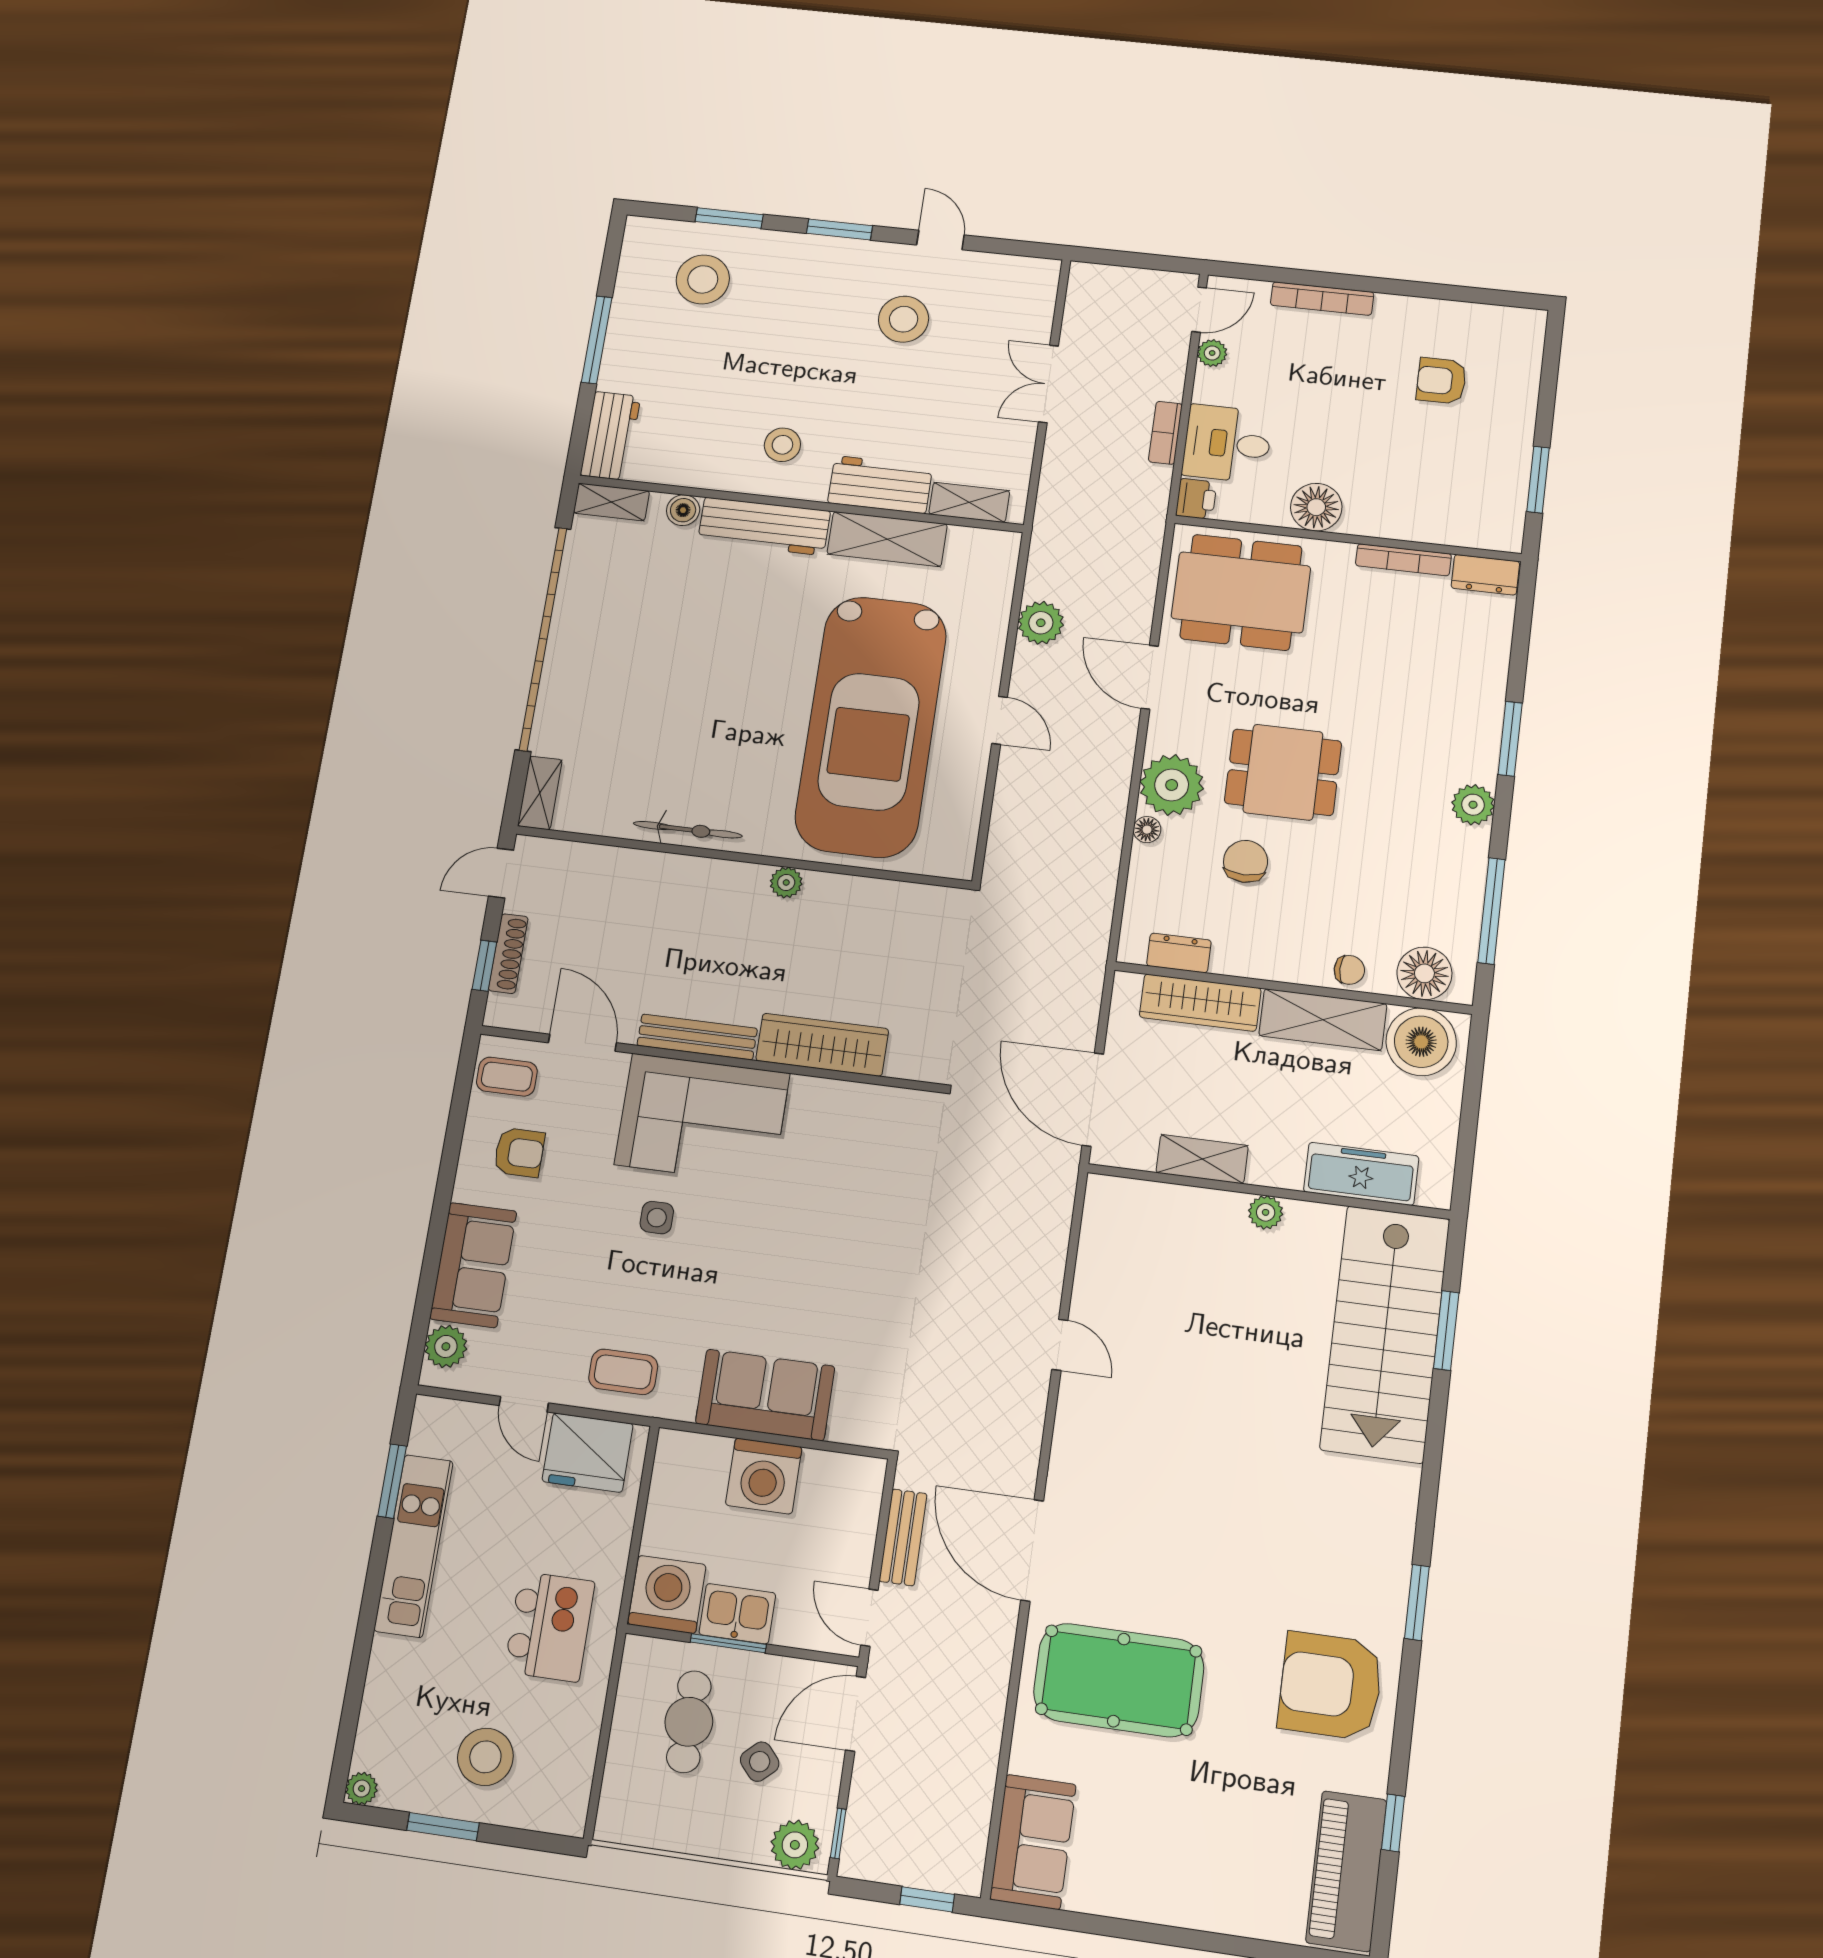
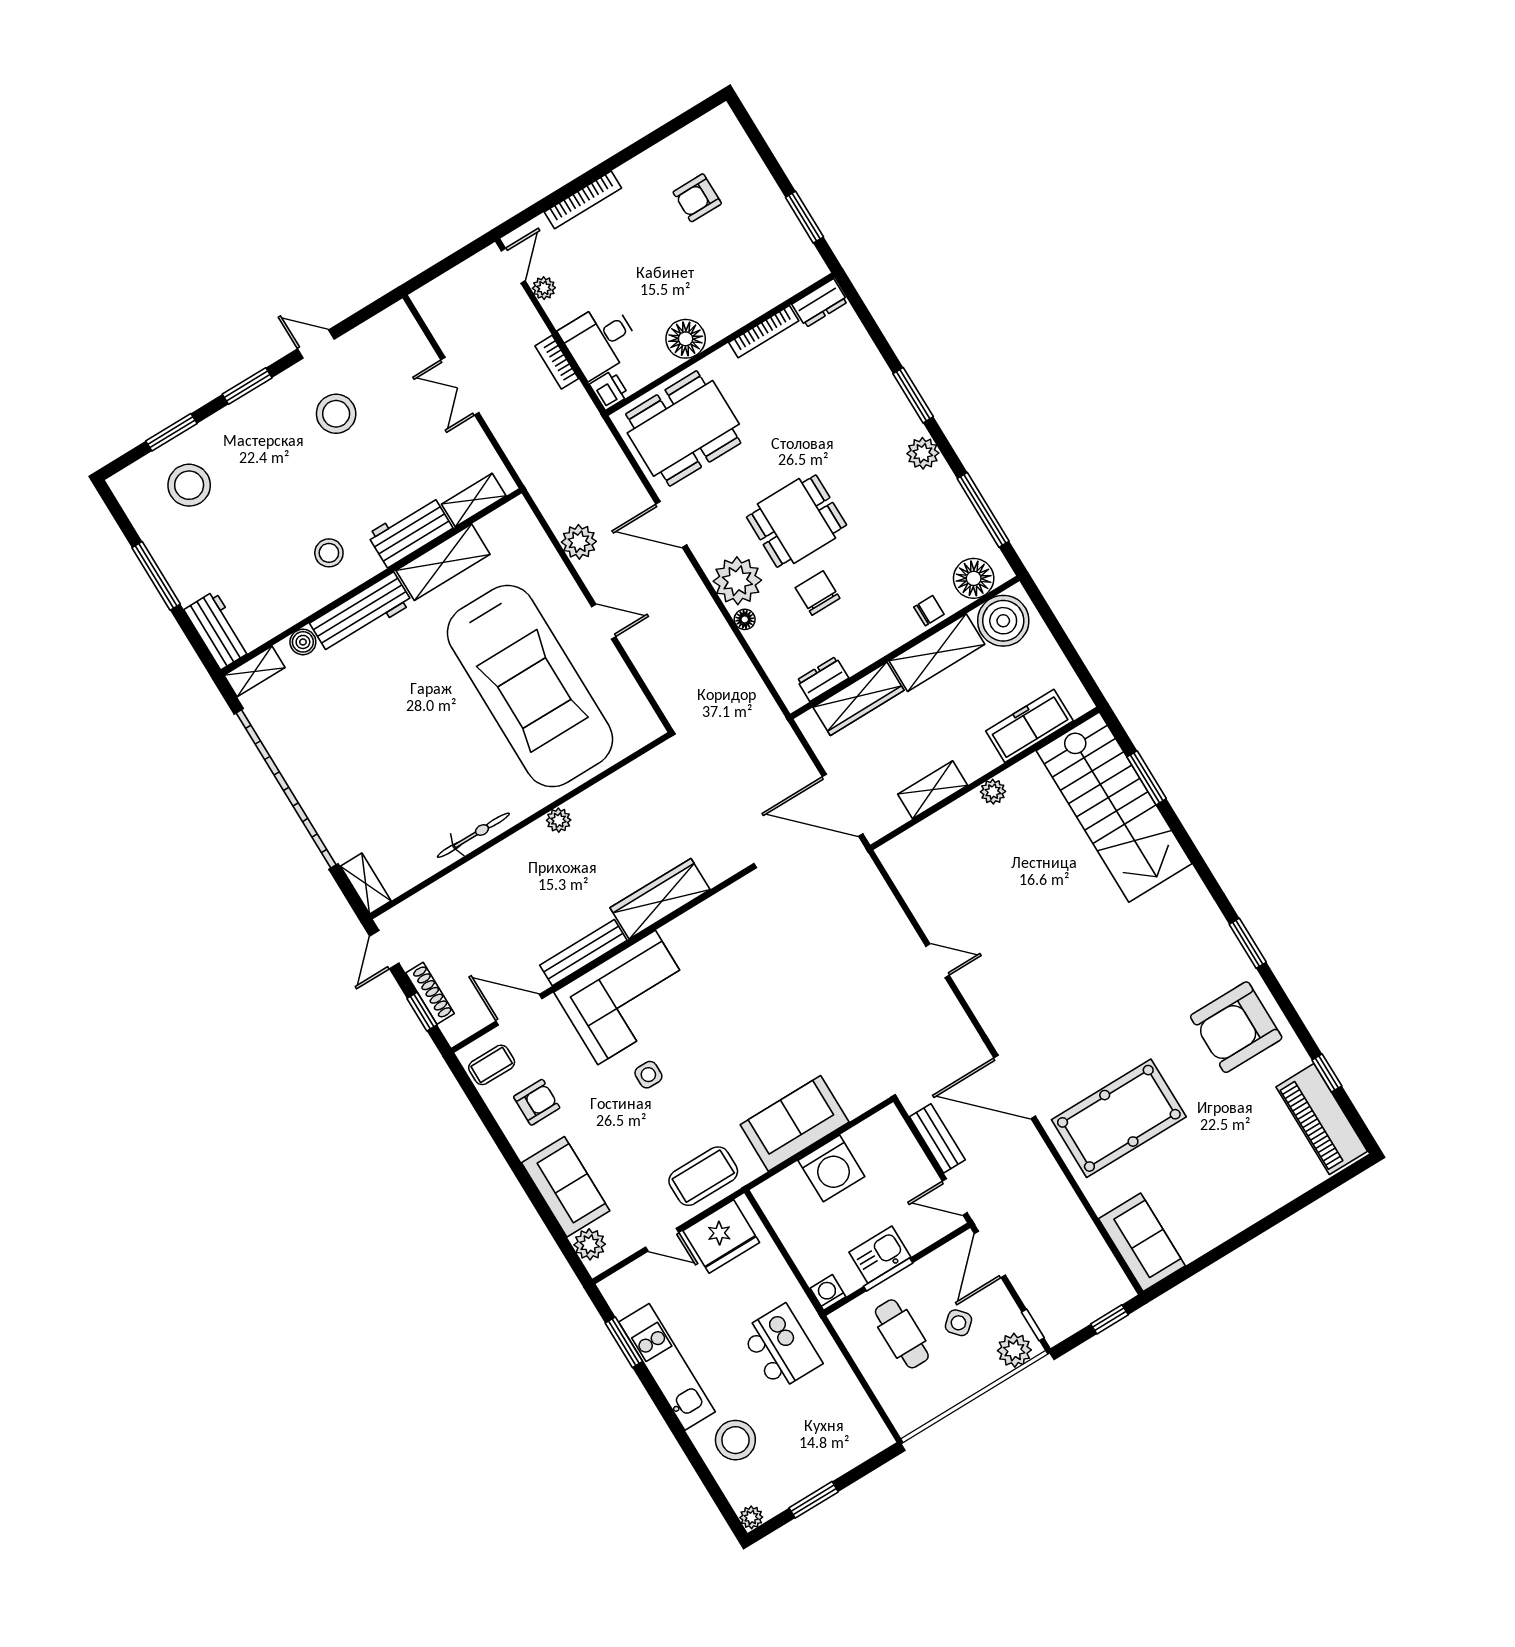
coffee table: (623, 1372) -> (703, 1176), width x1.36, depth x1.30
washing machine: (667, 1594) -> (828, 1292), width x0.53, depth x0.53
stool: (485, 1757) -> (735, 1440), moved

